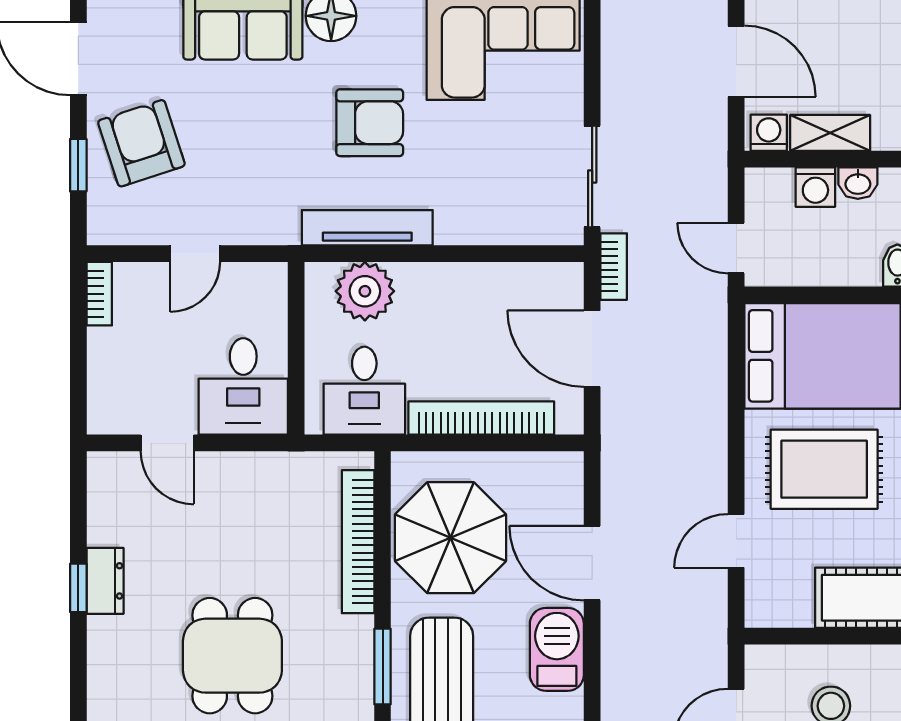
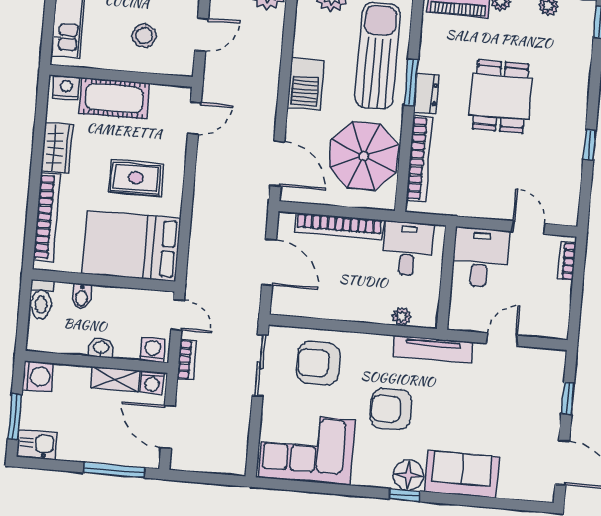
armchair: (141, 143) -> (318, 363), moved, turned 108
washing machine: (815, 187) -> (152, 350), moved
tv unit: (367, 228) -> (433, 349), moved
bookcase: (614, 267) -> (187, 360), moved, turned 180
plant: (365, 291) -> (402, 316), width x0.53, depth x0.53
bookcase: (99, 294) -> (567, 261), moved
rug: (824, 469) -> (136, 178), width x0.73, depth x0.70
door: (736, 541) -> (194, 118), moved
door: (592, 563) -> (277, 164), moved
dresser: (105, 581) -> (426, 94), moved, turned 180

